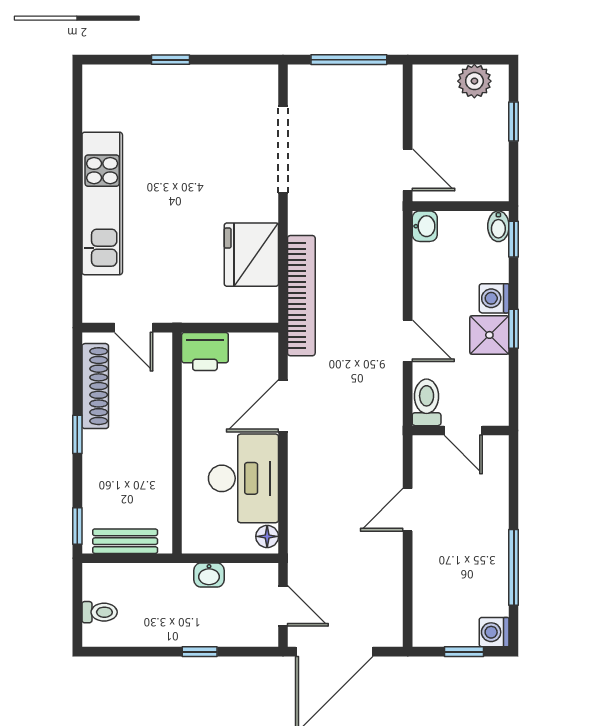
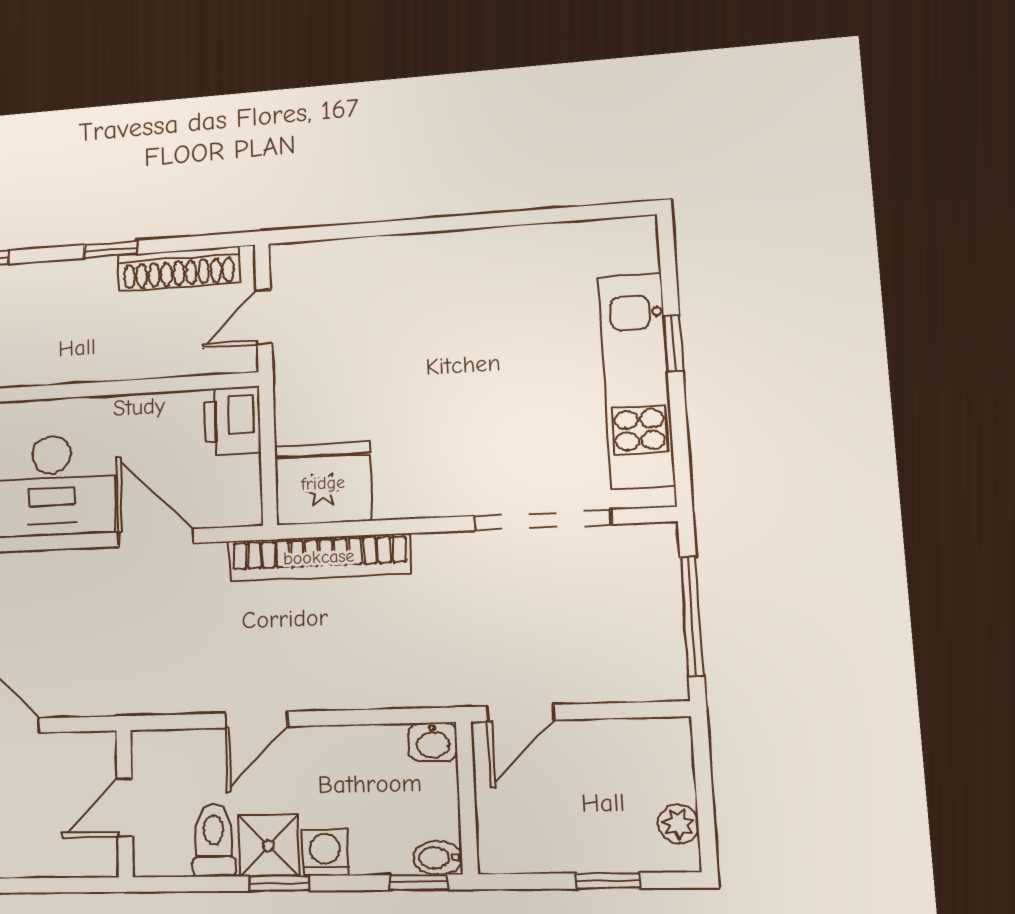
plant: (474, 81) -> (678, 824), width x0.73, depth x0.73
kitchen unit: (102, 203) -> (636, 381), moved, turned 90
fridge: (251, 255) -> (323, 483), moved
toilet: (427, 402) -> (214, 840), moved, turned -90

